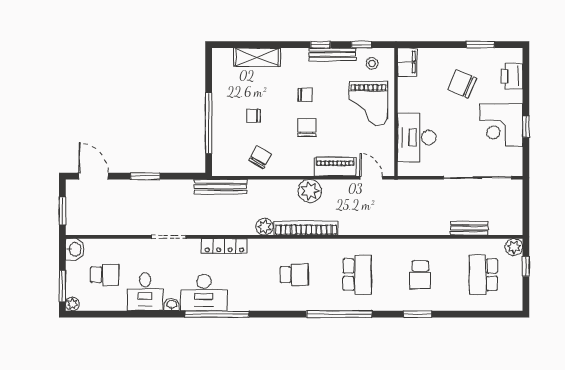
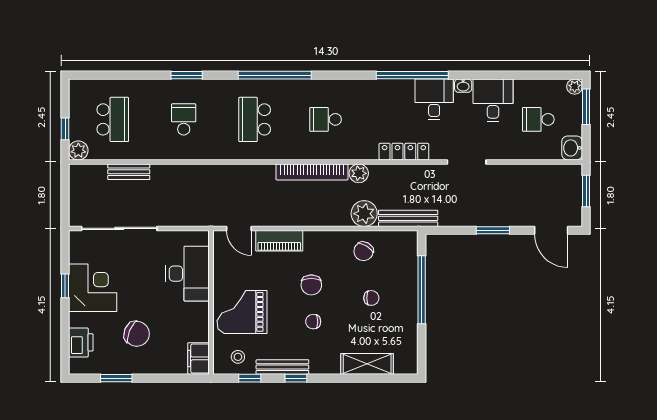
grand piano: (368, 103) -> (242, 312), turned -90
plant: (310, 191) -> (364, 214), moved
desk: (204, 293) -> (434, 99), width x0.73

